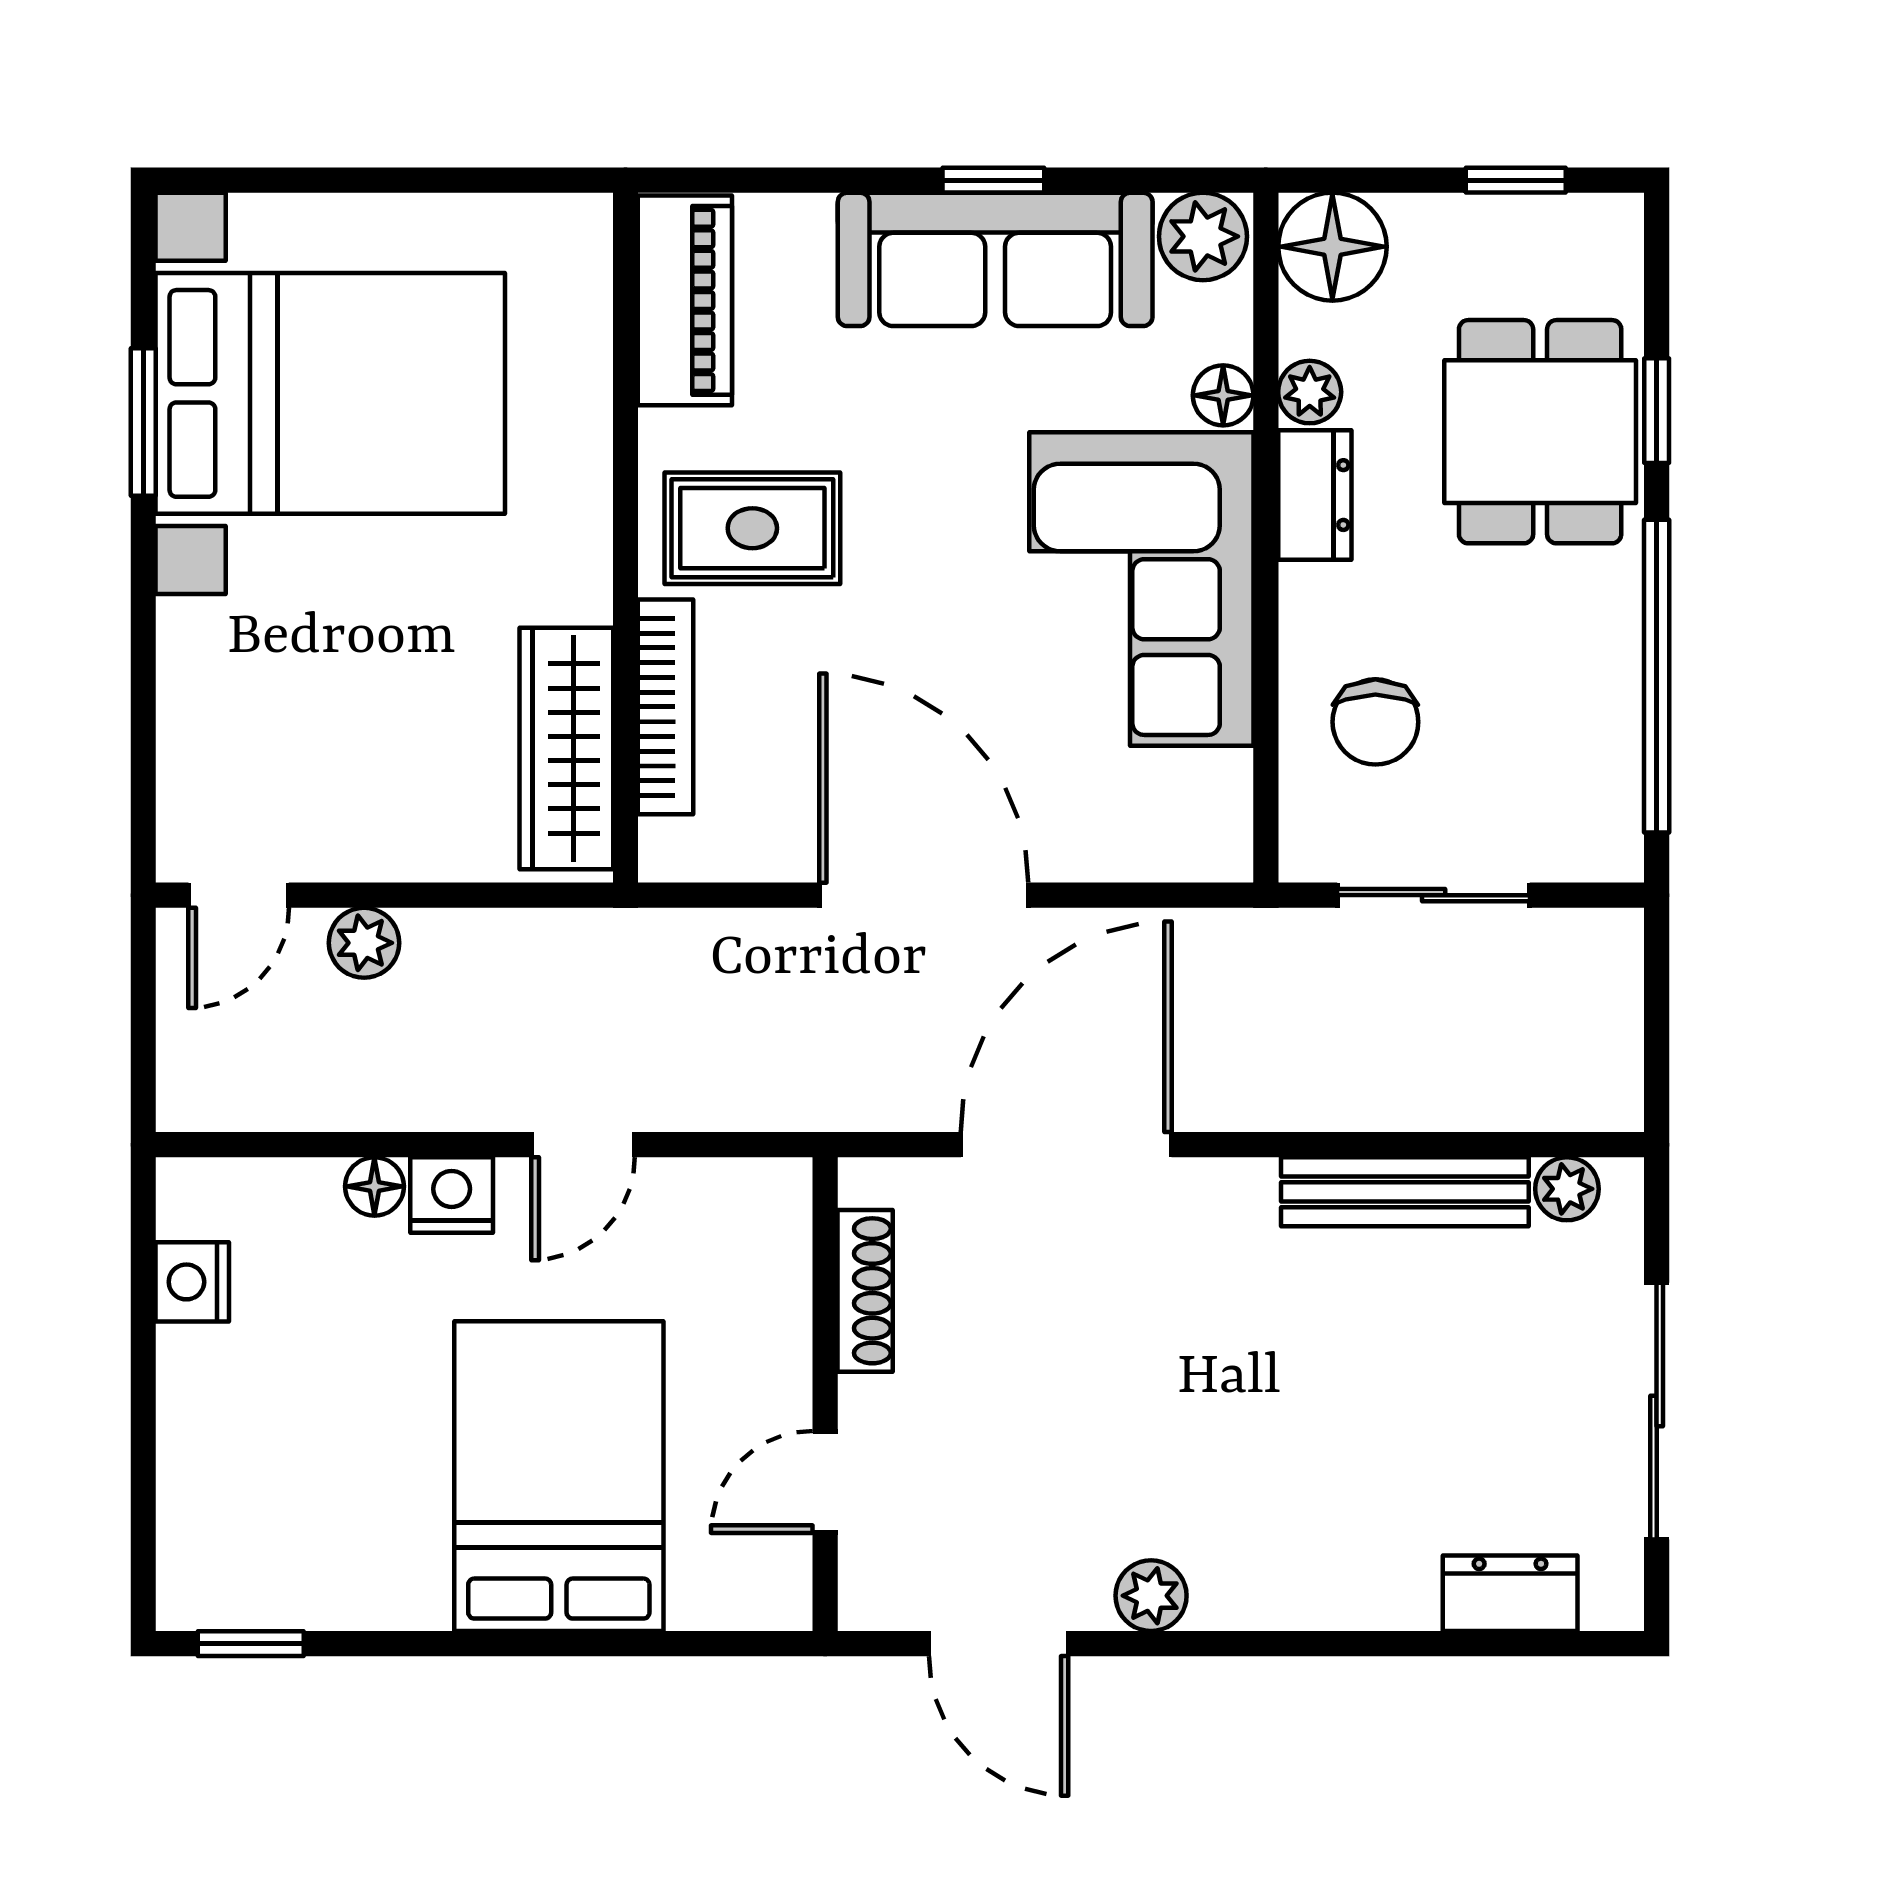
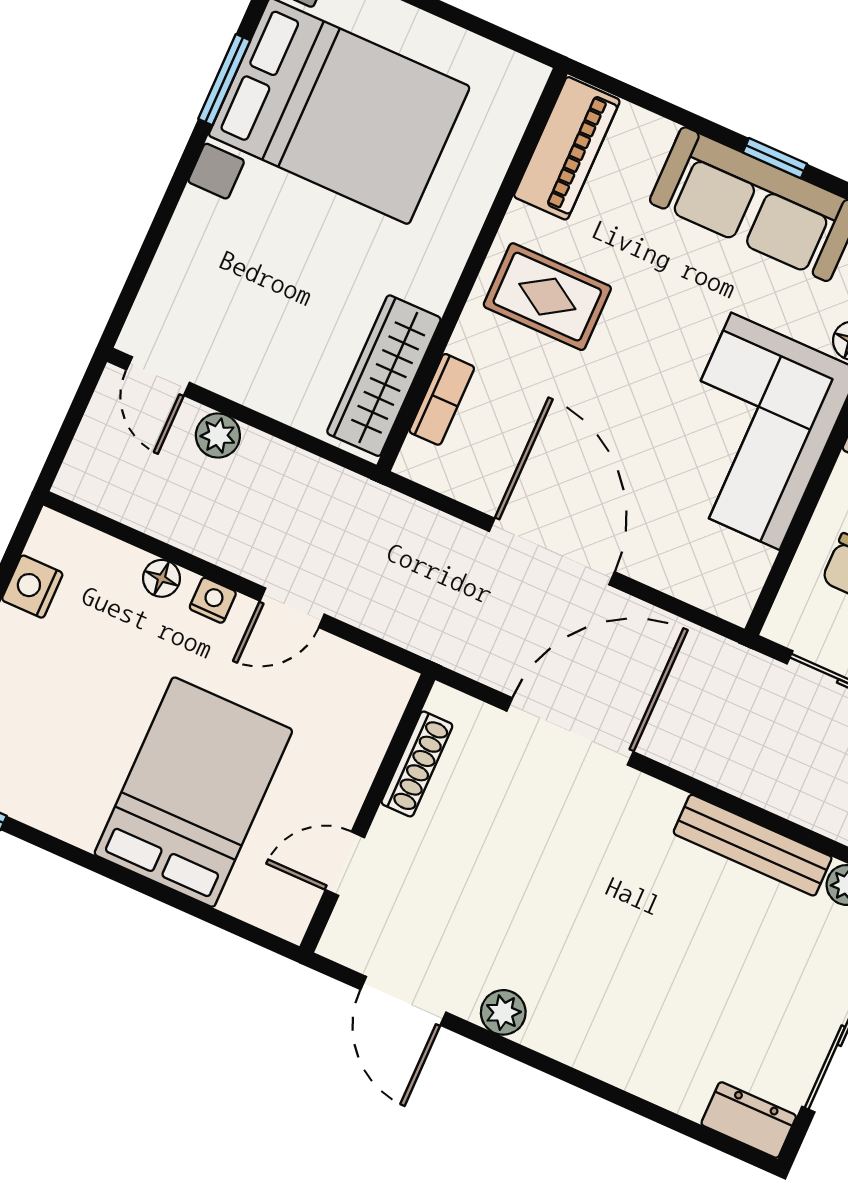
bookcase: (666, 707) -> (442, 399), width x0.64
door: (239, 895) -> (158, 376), hinge flipped
nightstand: (452, 1195) -> (213, 600), width x0.72, depth x0.74
dresser: (1510, 1593) -> (749, 1120), moved

